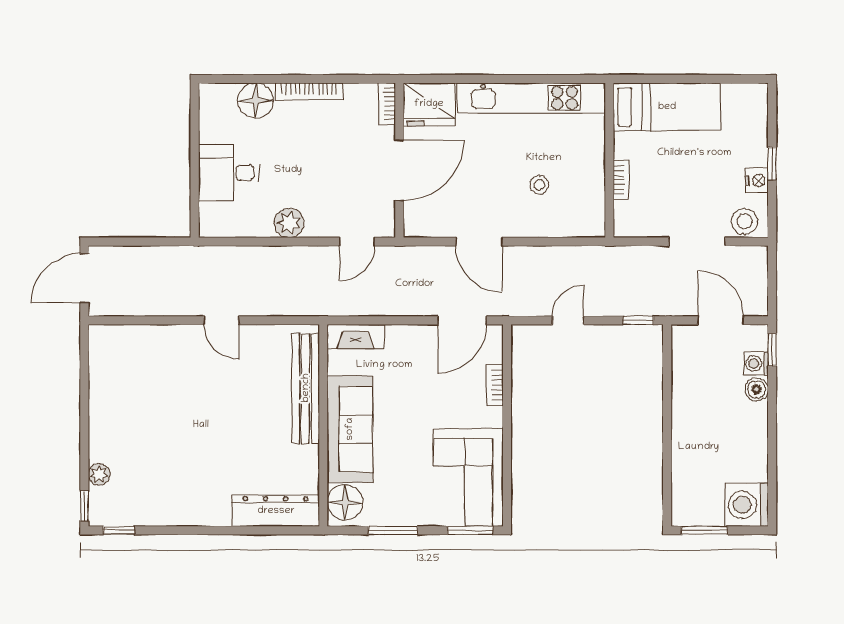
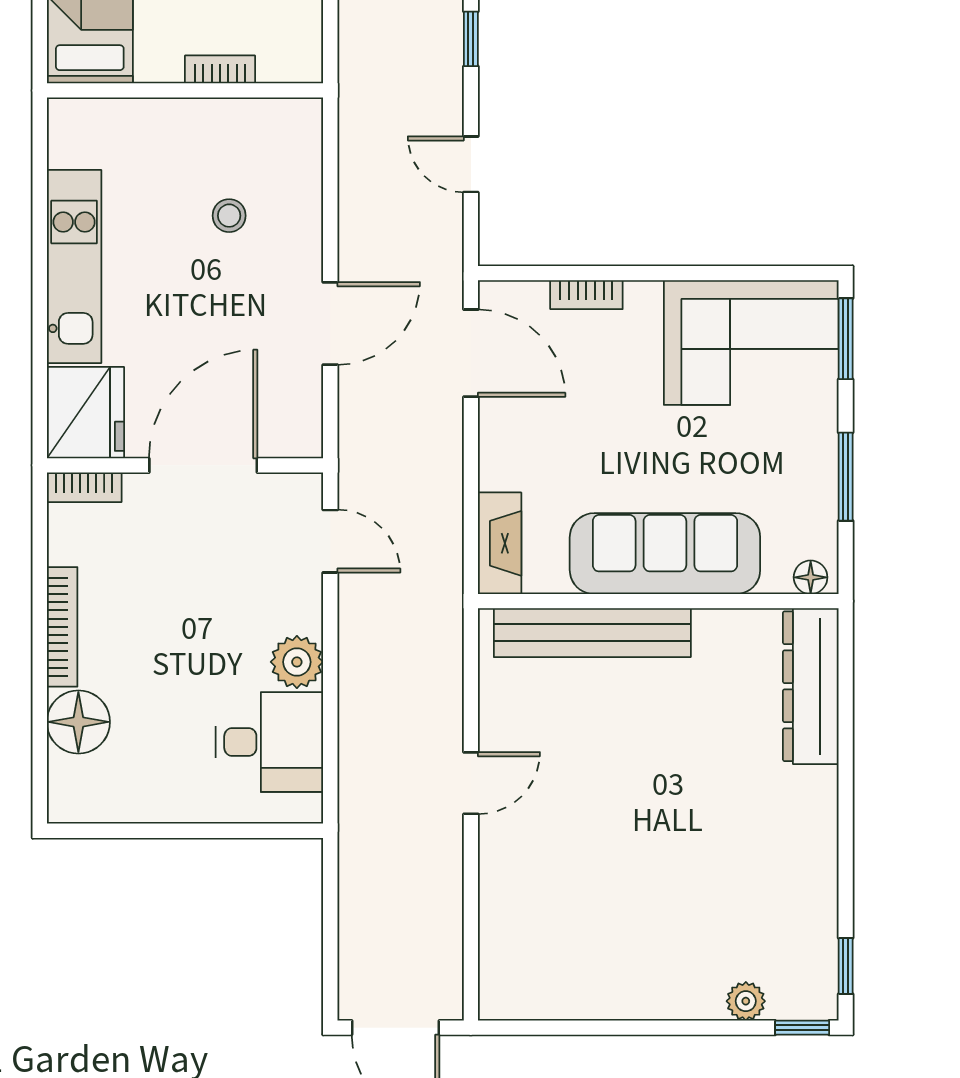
kitchen unit: (530, 98) -> (74, 266), width x0.73
door: (399, 170) -> (203, 465), hinge flipped
desk: (229, 173) -> (269, 742), moved, turned -90
floor lamp: (345, 502) -> (811, 577), width x0.53, depth x0.53

